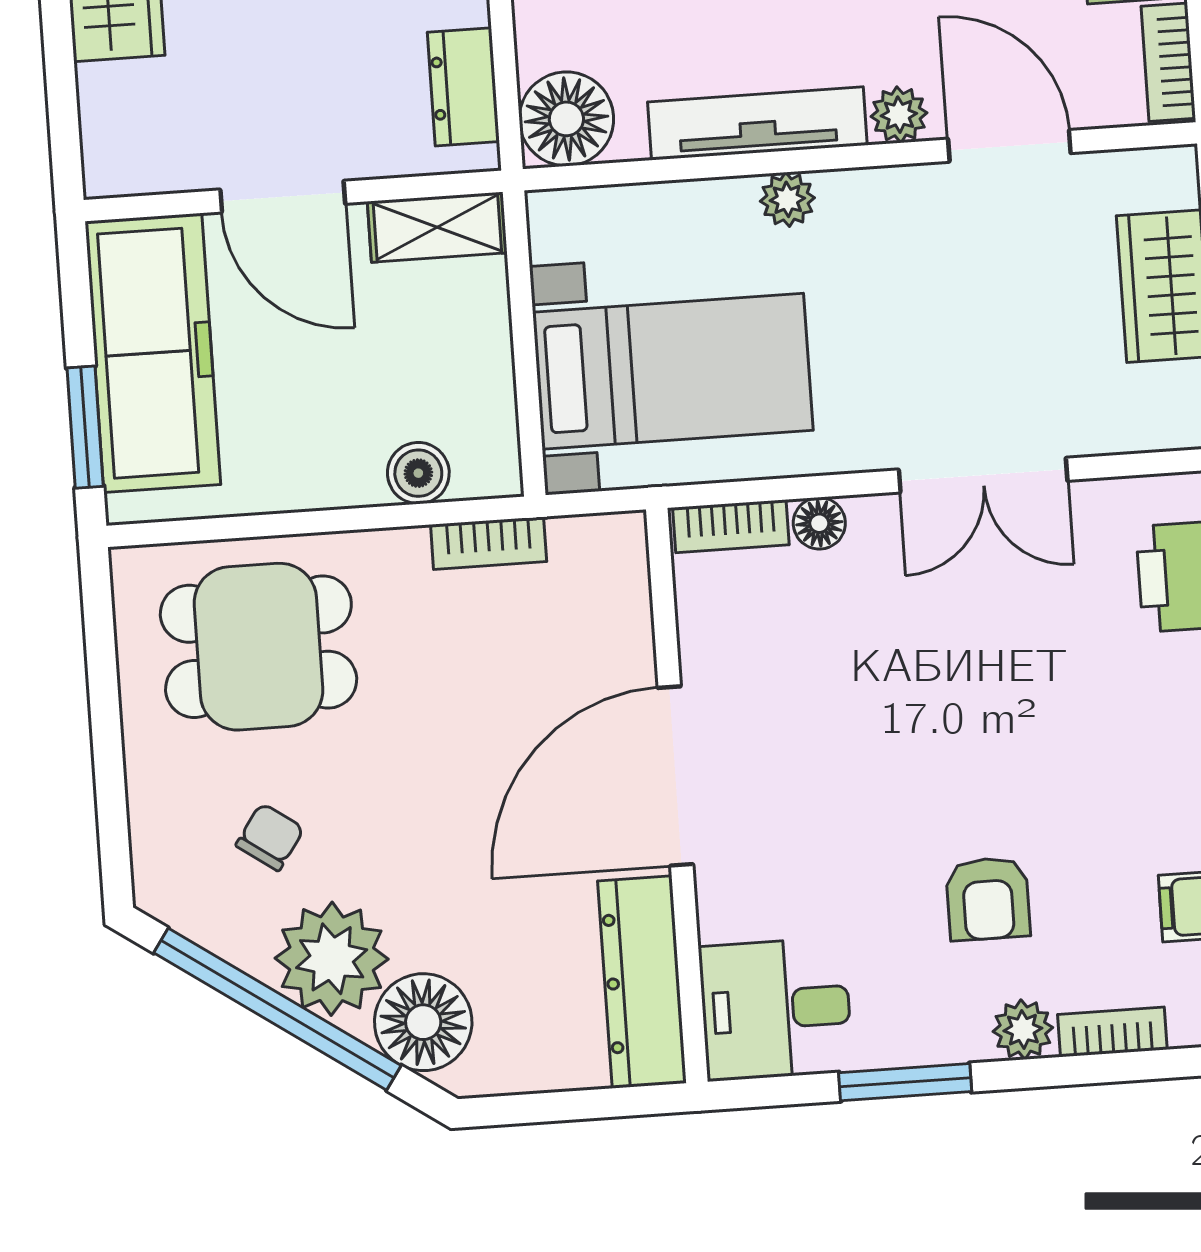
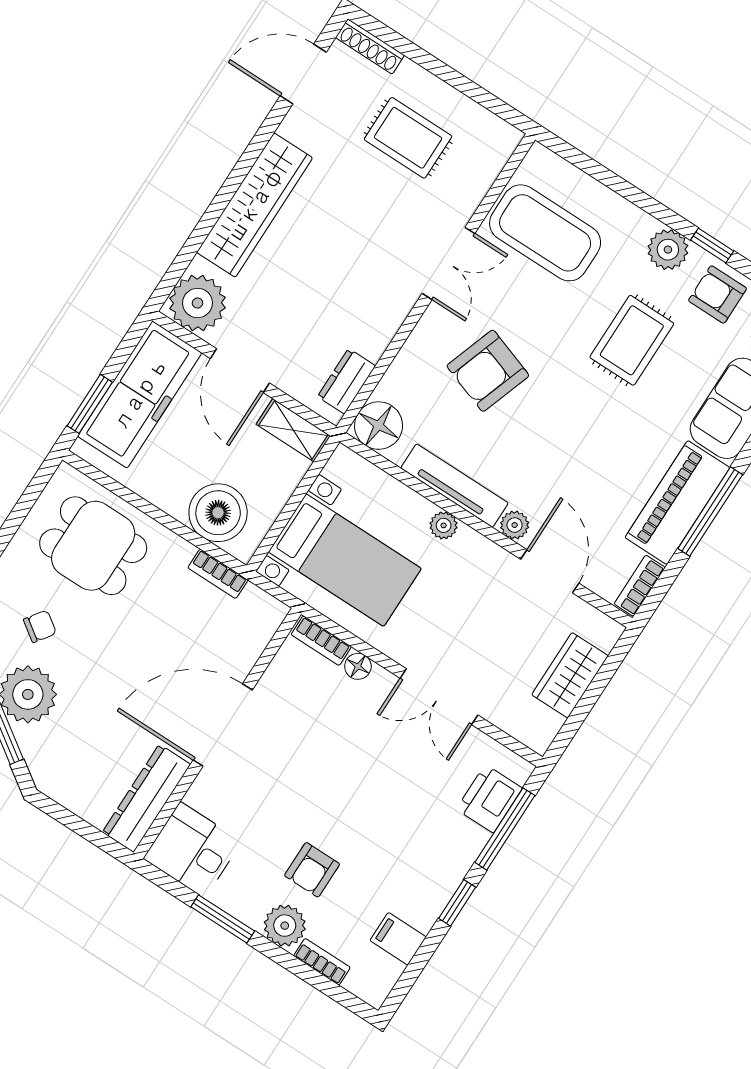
plant: (136, 140) -> (197, 303), added
boiler: (418, 473) -> (218, 513), width x1.86, depth x1.86
floor lamp: (423, 1022) -> (46, 748), removed
plant: (1023, 1030) -> (285, 926), width x1.38, depth x1.38

